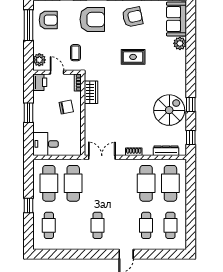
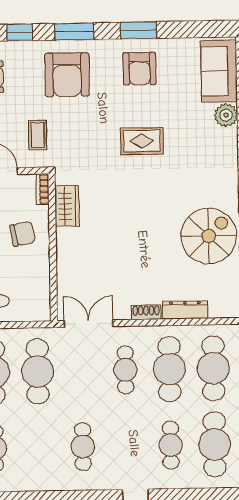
armchair: (132, 17) -> (139, 69), turned 102
armchair: (92, 19) -> (67, 75), turned 90
dresser: (166, 151) -> (185, 310), moved
cafe table: (122, 183) -> (125, 370), added
cafe table: (170, 225) -> (215, 444), width x1.37, depth x1.35

